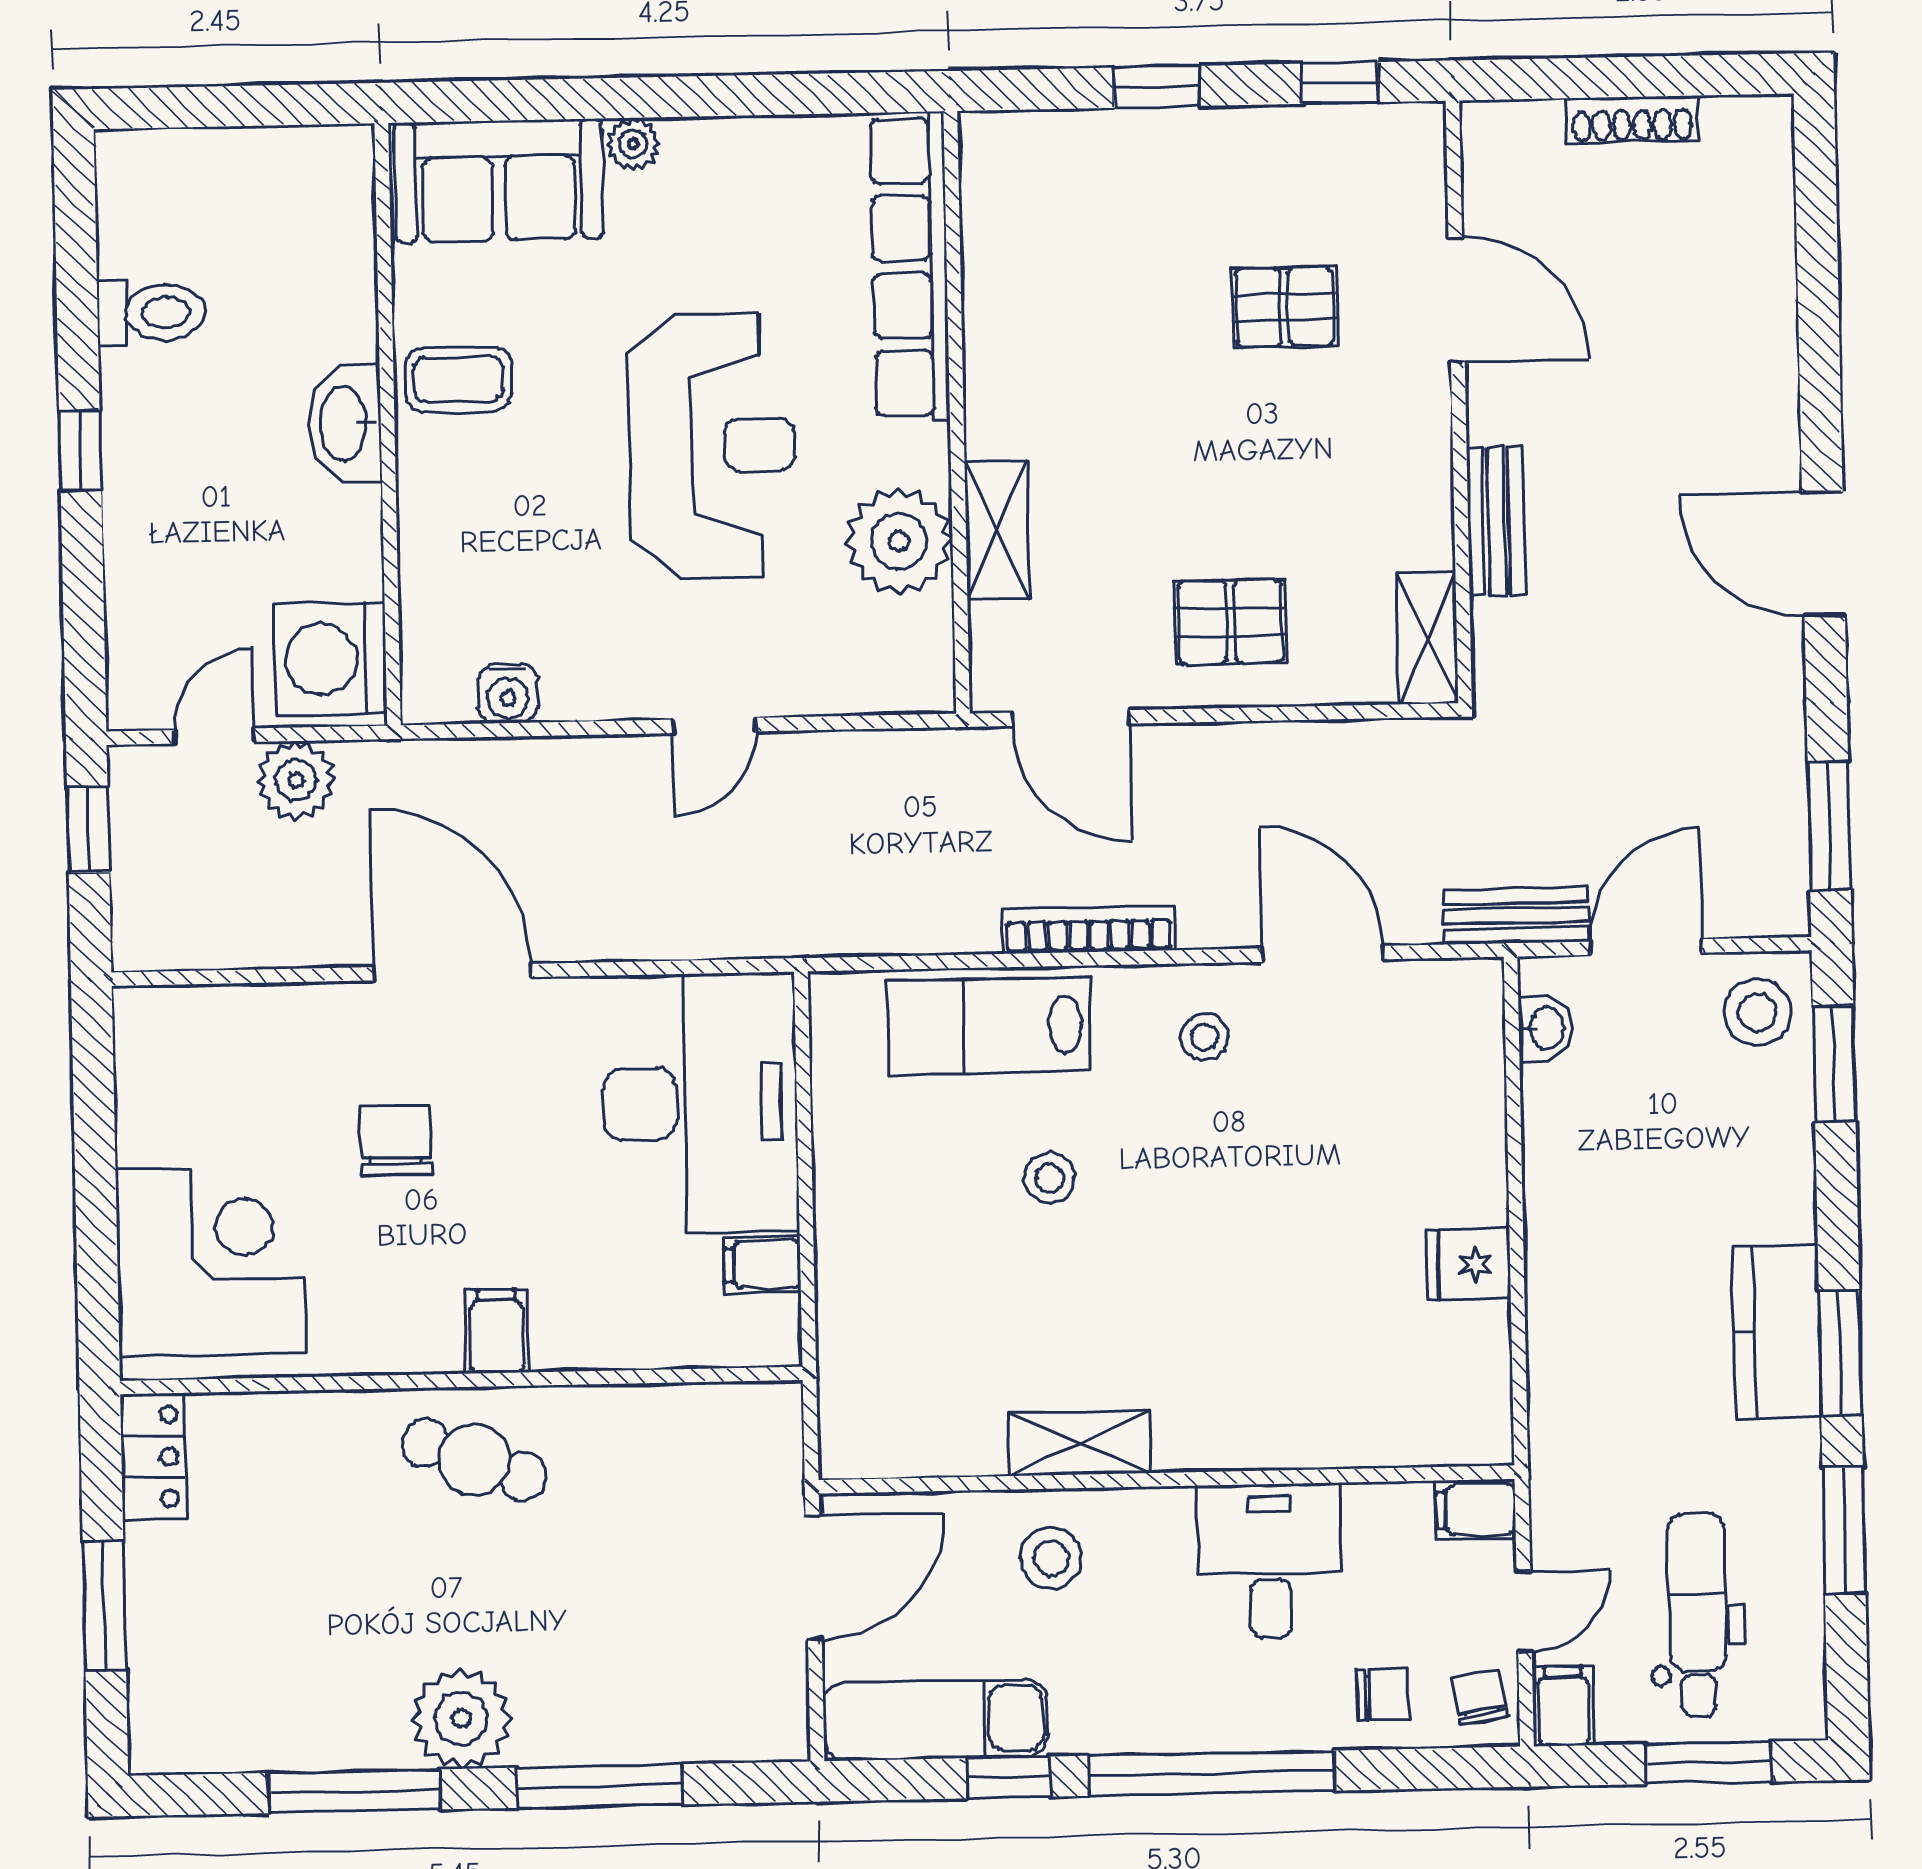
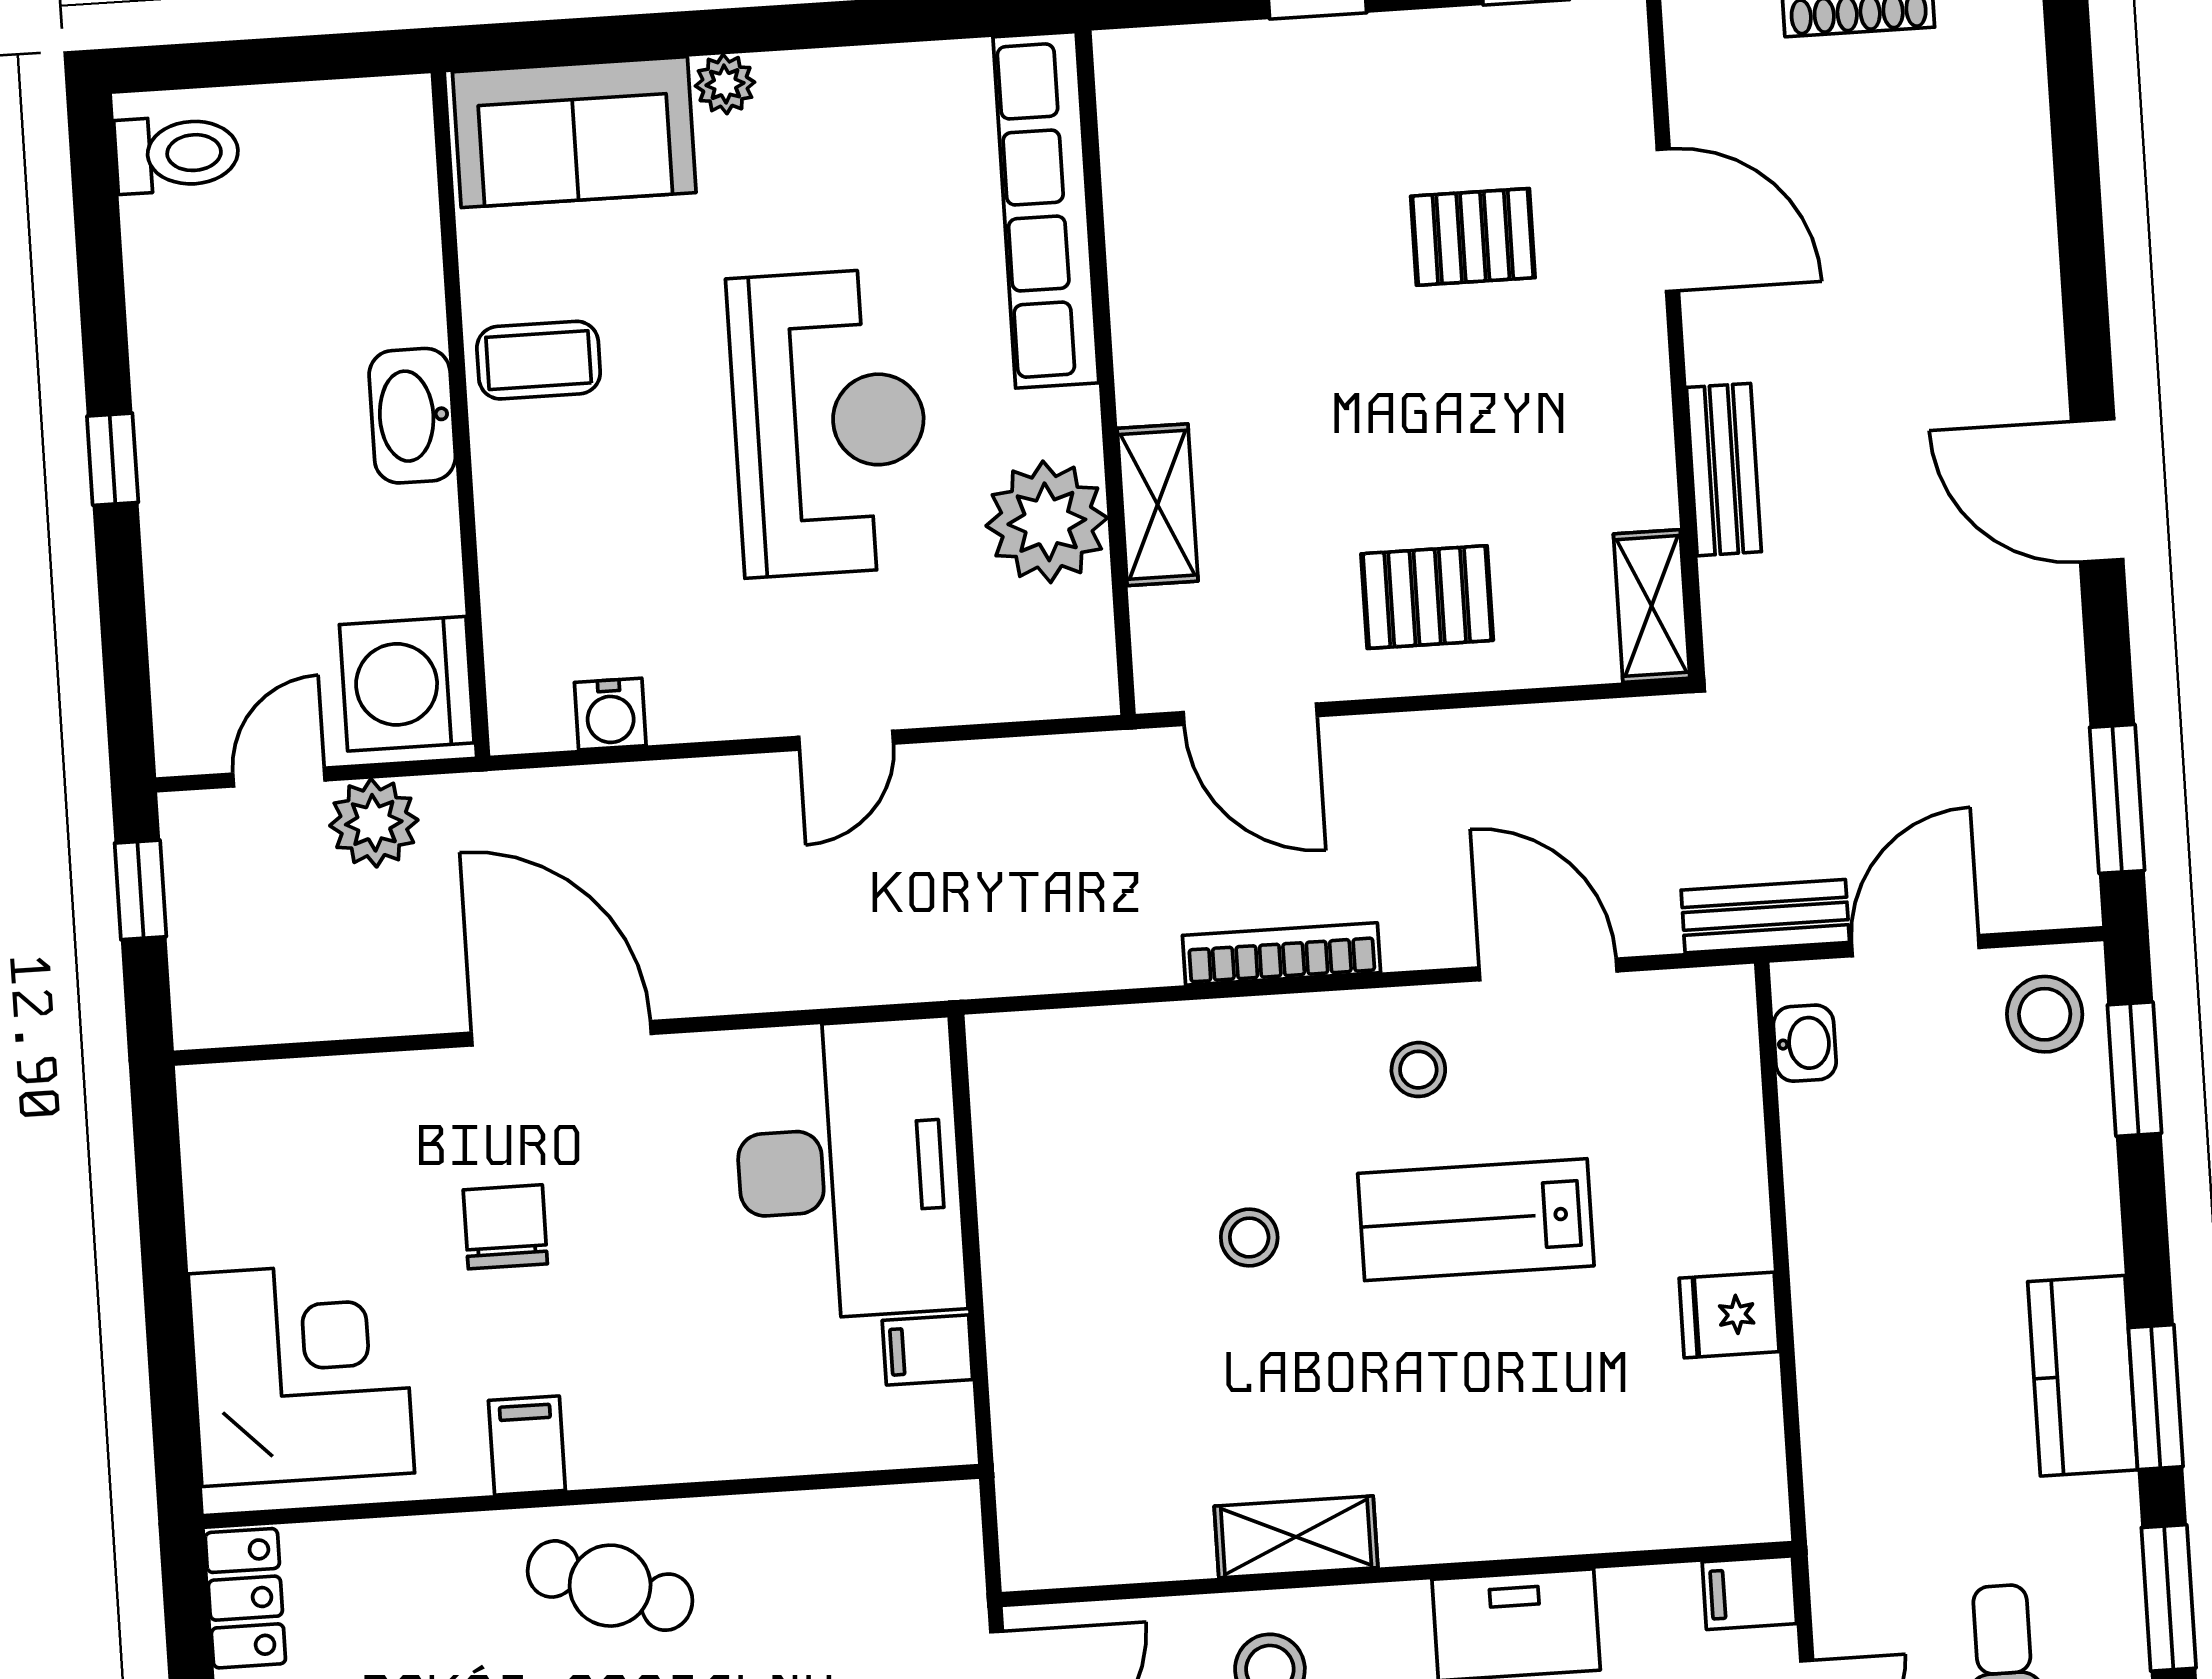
toilet: (151, 313) -> (177, 154), moved
lab bench: (989, 1026) -> (1476, 1220), moved
filing cabinet: (496, 1331) -> (527, 1445), moved

